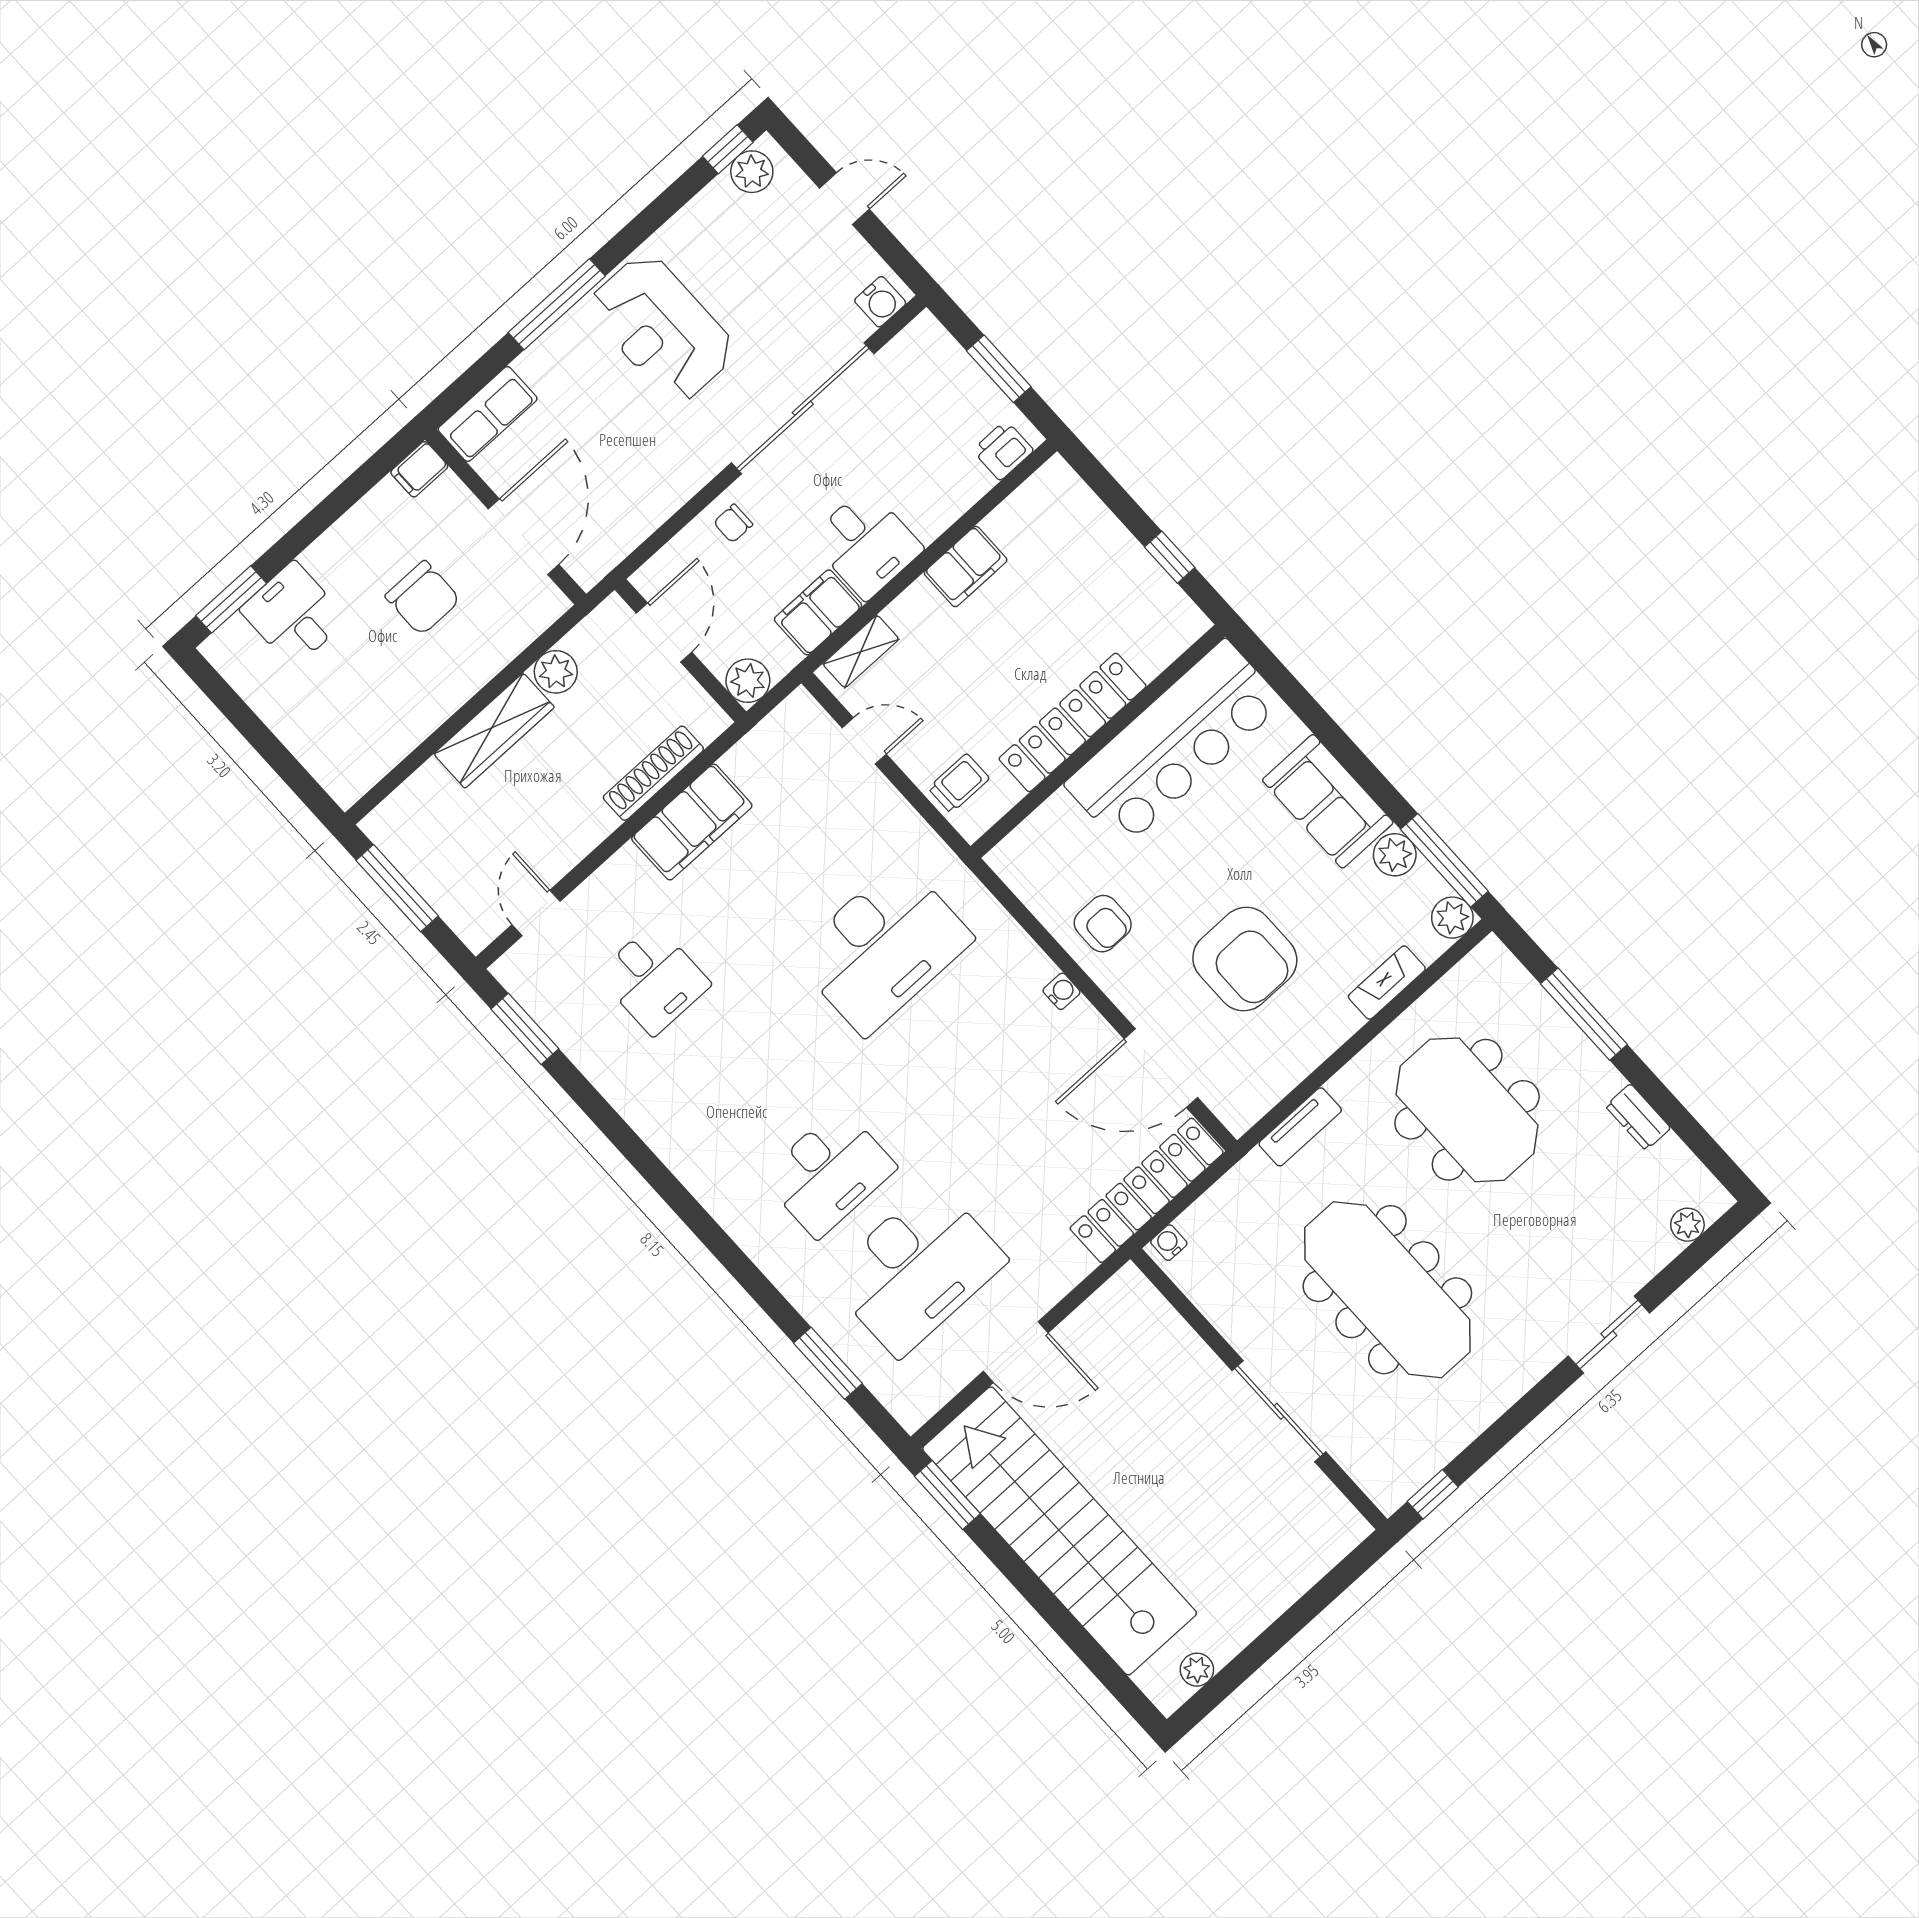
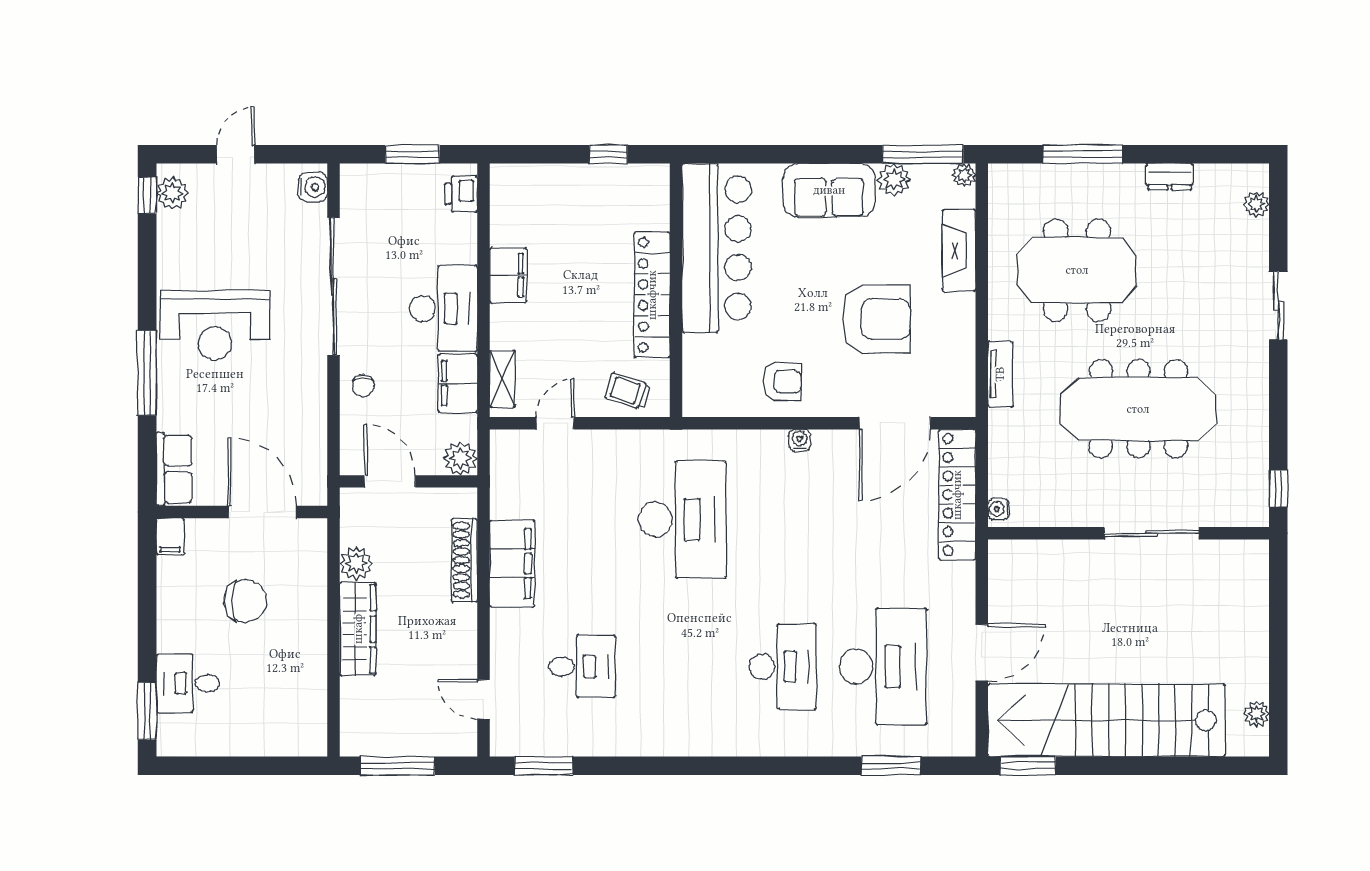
desk: (866, 544) -> (443, 308), width x1.37
trolley: (959, 783) -> (628, 391), turned -72
plant: (1452, 918) -> (964, 175), width x0.73, depth x0.73
fireplace: (1387, 983) -> (959, 250), width x1.37, depth x1.32

